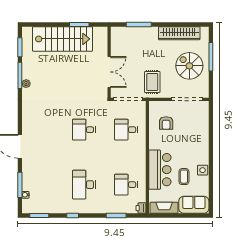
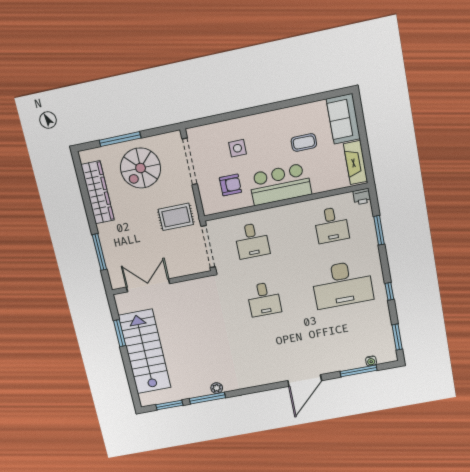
double door: (109, 72) -> (148, 285), moved
bar counter: (160, 170) -> (280, 184), moved
side table: (203, 170) -> (237, 148), moved
desk: (84, 185) -> (342, 284), width x1.36, depth x1.30

